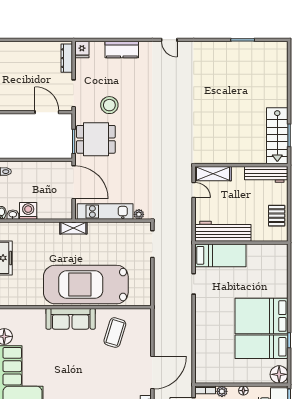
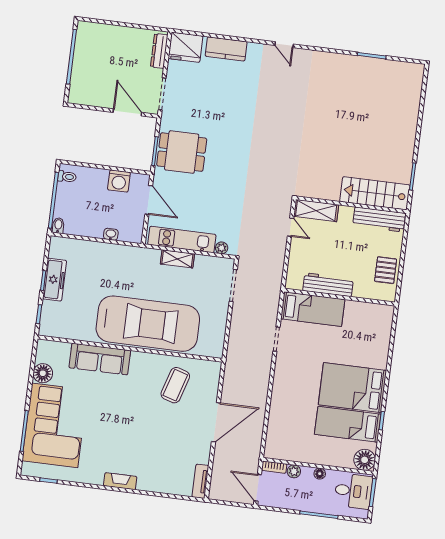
fridge: (82, 50) -> (186, 47), width x1.88, depth x1.34
stool: (109, 105) -> (203, 113), removed
stairs: (277, 136) -> (375, 193), moved, turned 90
door: (74, 182) -> (149, 200), width x0.73
washing machine: (28, 211) -> (119, 181), moved, turned 180
washbasin: (13, 215) -> (111, 234), moved
shelving: (73, 228) -> (177, 259), moved
workbench: (223, 231) -> (328, 285), width x0.73, depth x0.76
car: (86, 285) -> (148, 324), turned 180
sofa: (71, 319) -> (100, 359), moved
door: (152, 373) -> (216, 422), moved

